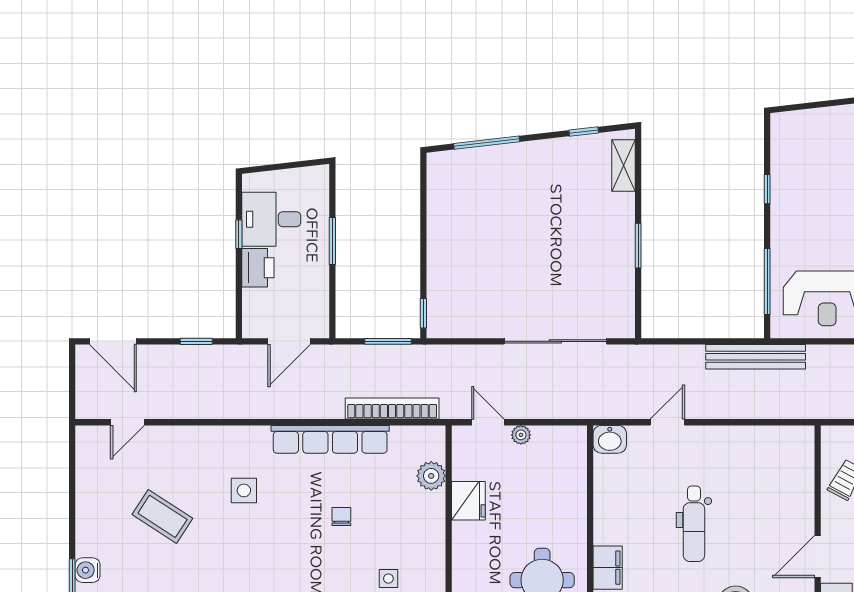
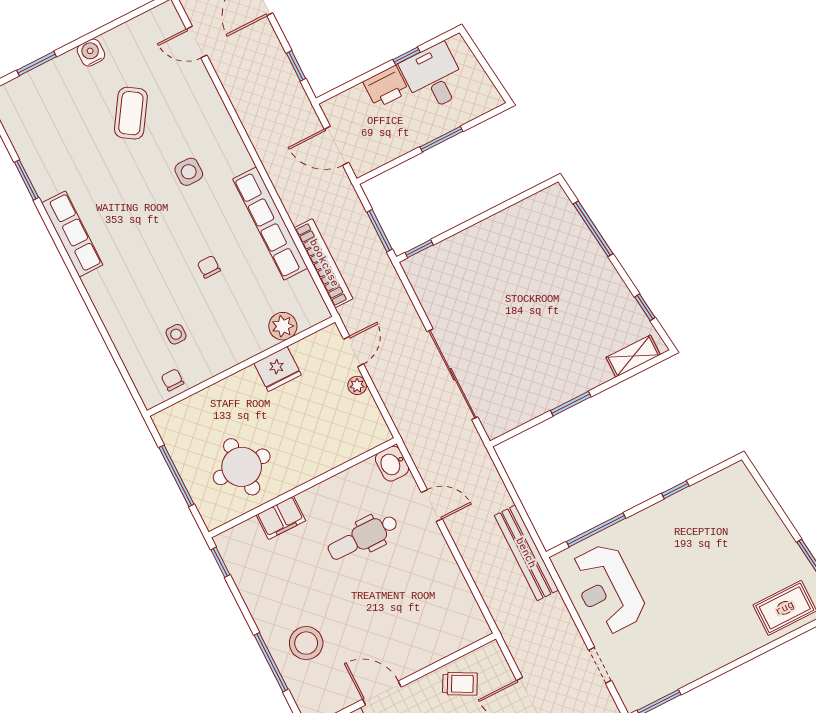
chair: (341, 517) -> (209, 267), turned -90
dental chair: (694, 524) -> (363, 537), moved
water cooler: (88, 570) -> (91, 53), moved

